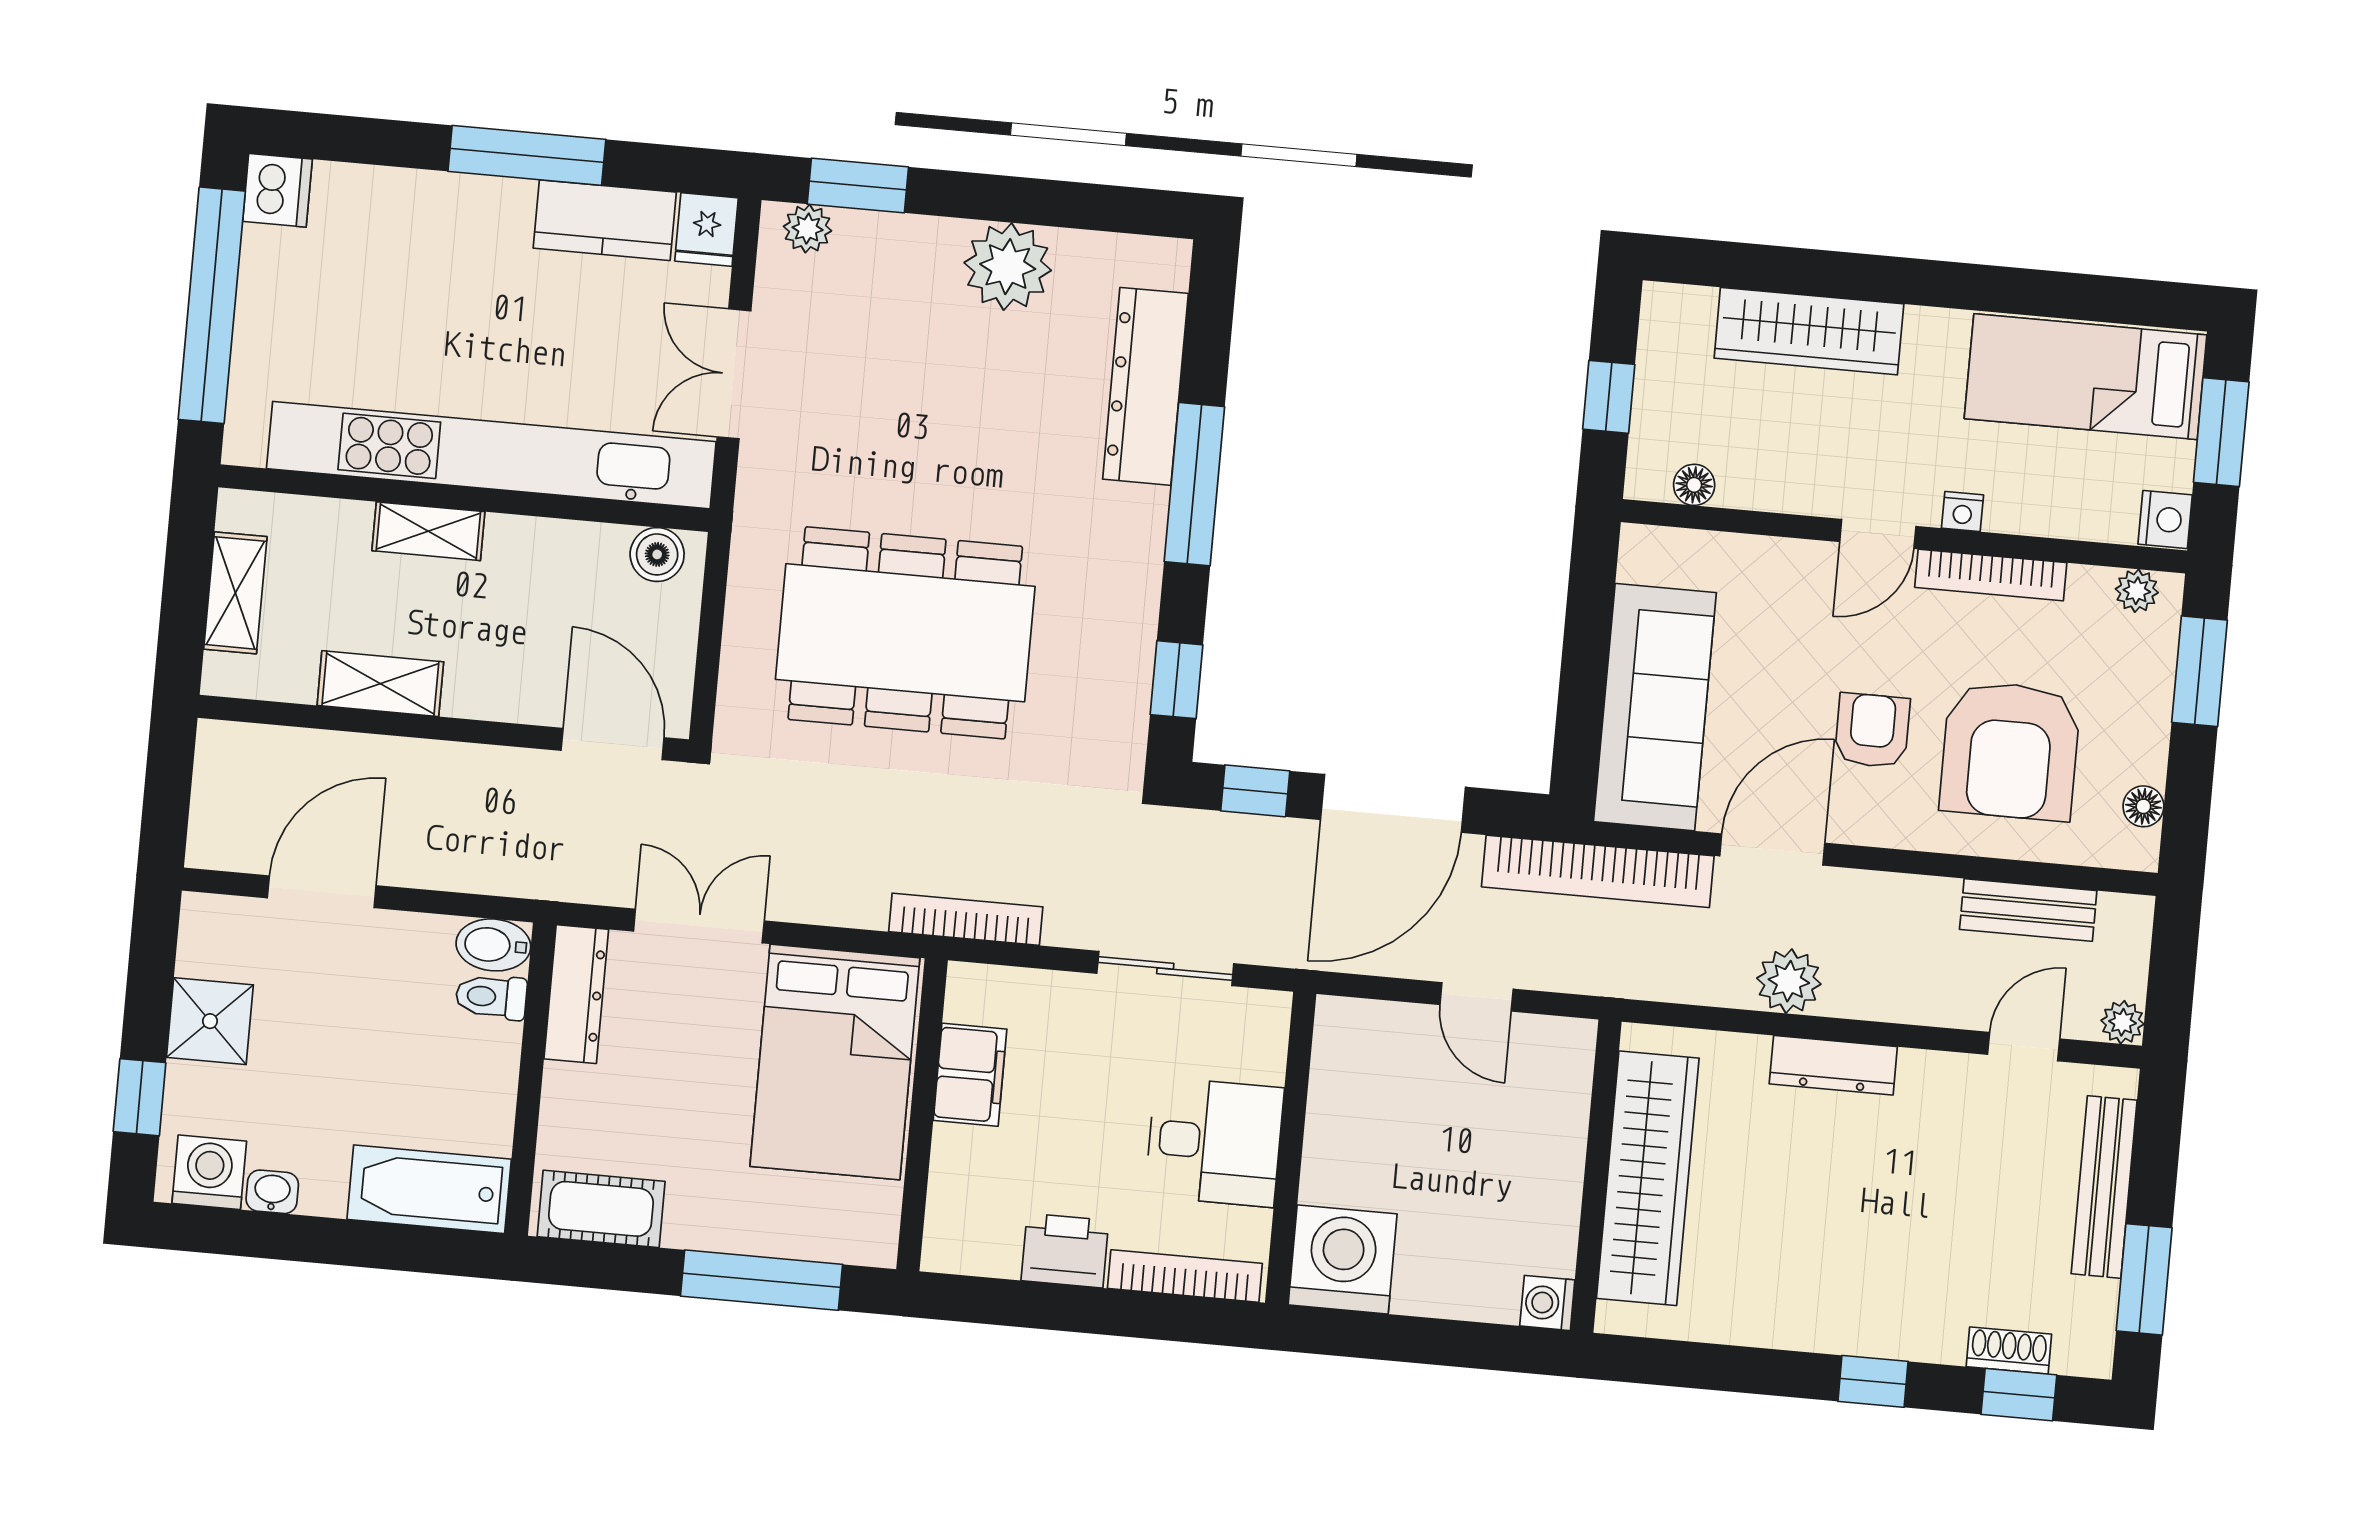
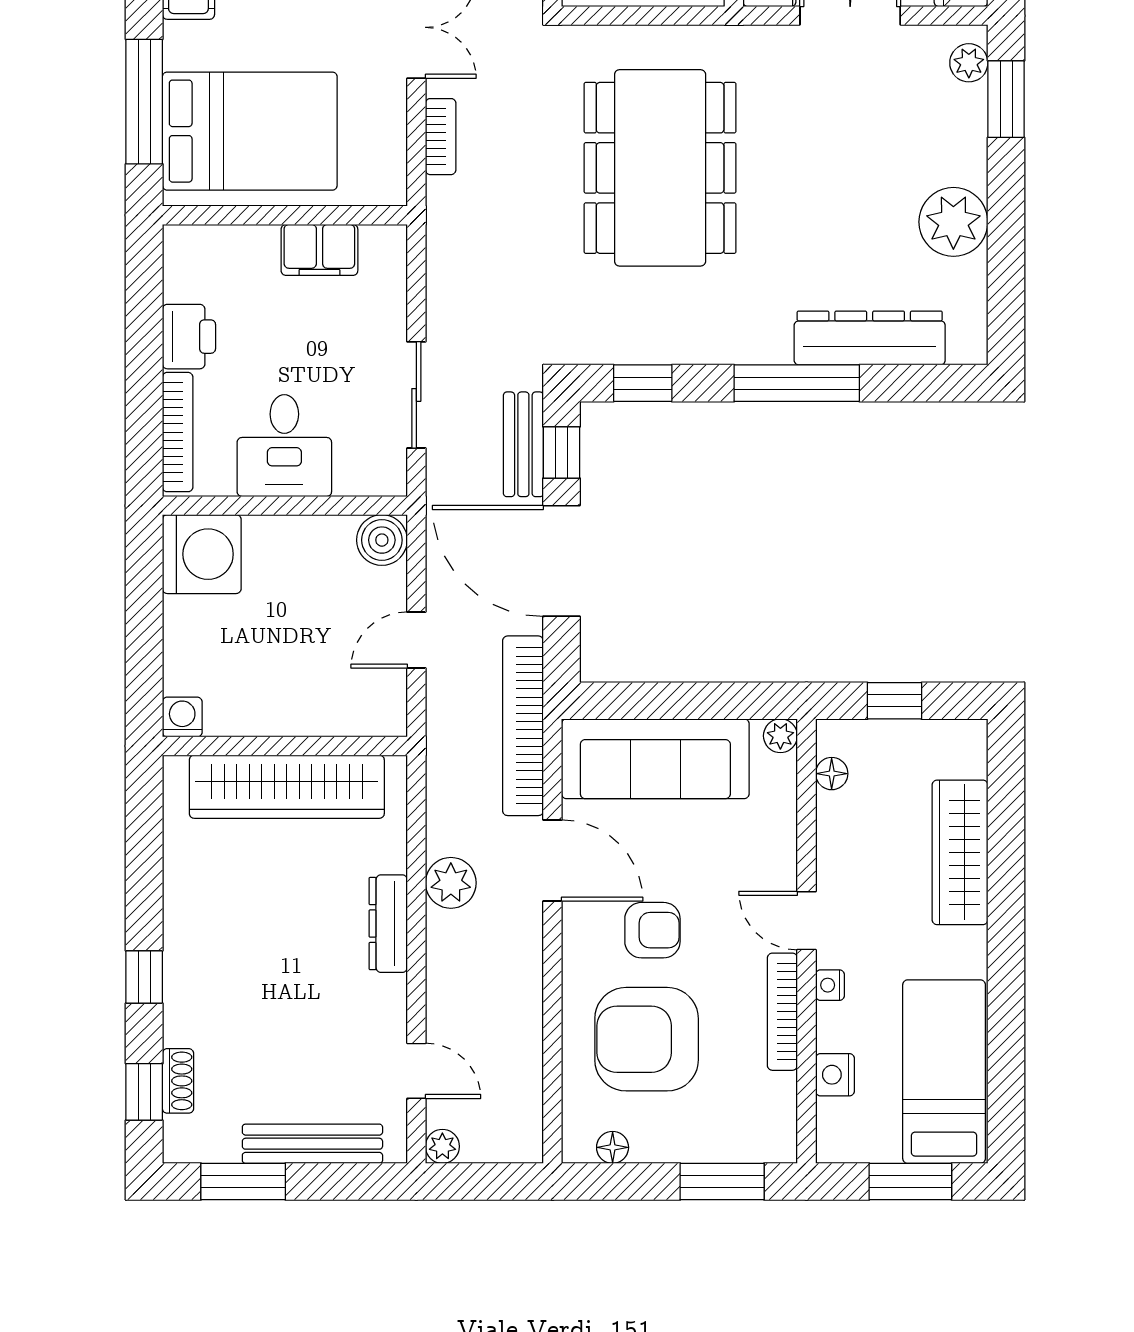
nightstand: (2165, 519) -> (835, 1075), moved, turned 90
plant: (2137, 591) -> (780, 736), moved
bench: (2028, 910) -> (523, 444), moved
bookcase: (966, 919) -> (441, 137), moved, width x0.64
boiler: (1346, 1029) -> (382, 540), added
bed: (835, 1062) -> (250, 131), moved, turned 180

